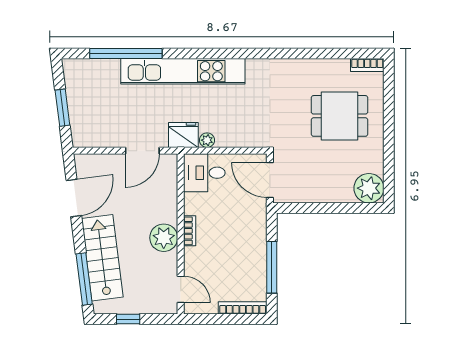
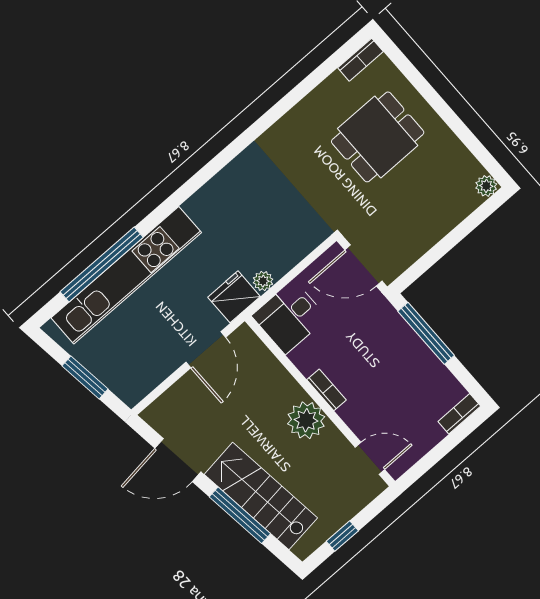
kitchen unit: (183, 71) -> (126, 275), moved
plant: (369, 188) -> (486, 186), width x0.53, depth x0.53
door: (74, 198) -> (178, 460), swing flipped
window: (272, 267) -> (426, 333), moved
window: (84, 279) -> (240, 515), moved
bookcase: (243, 308) -> (459, 414), width x0.64

